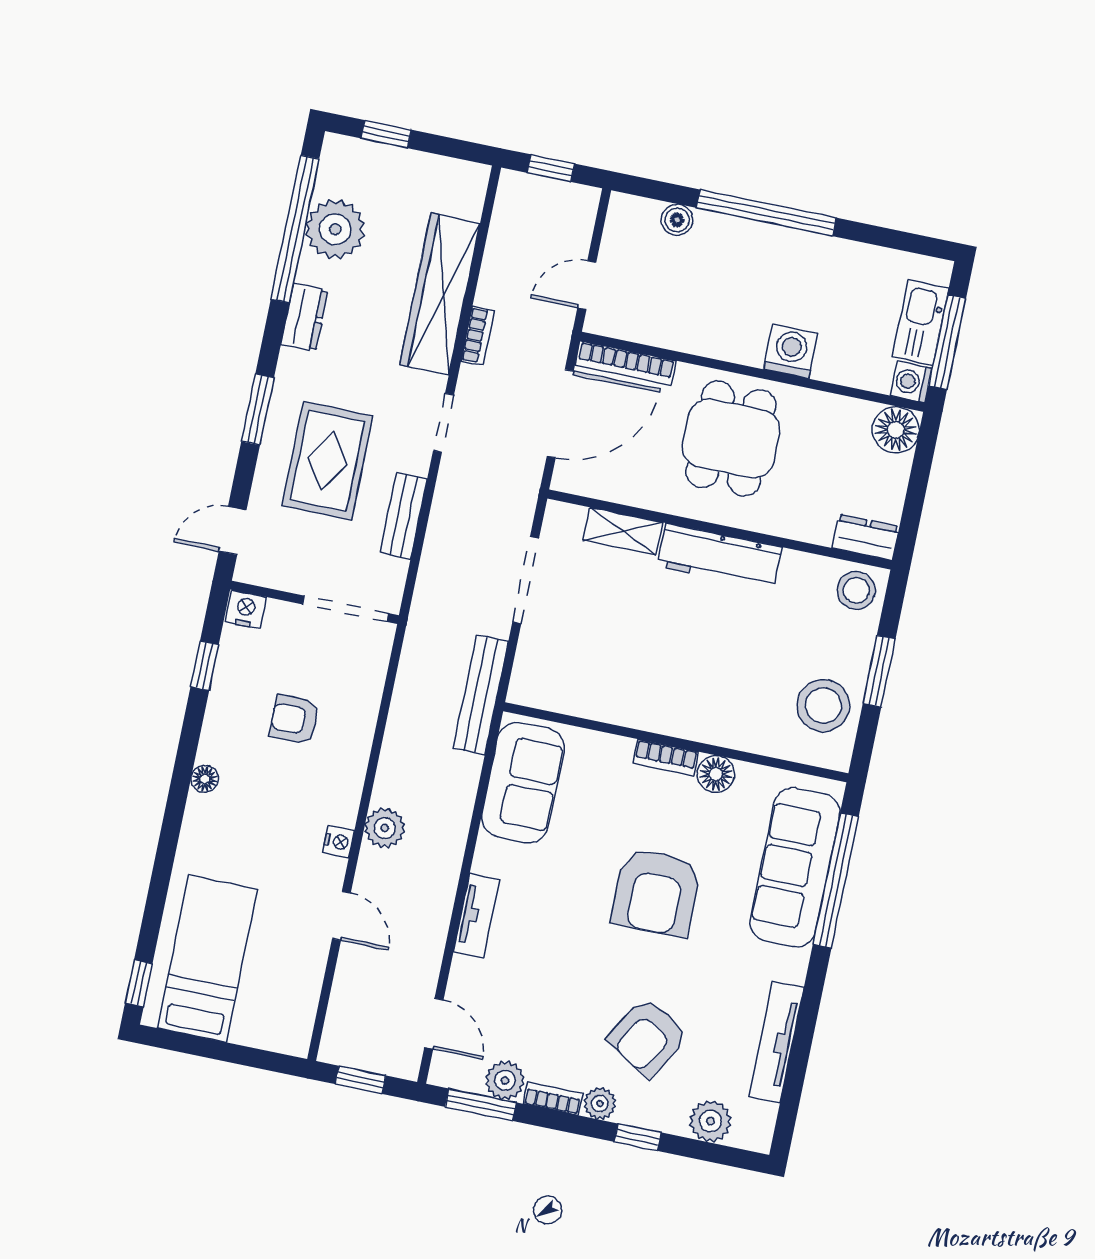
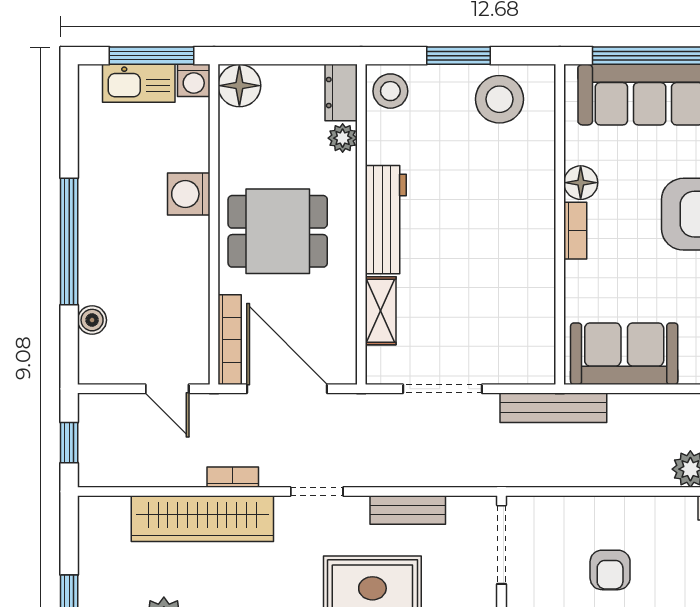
plant: (817, 529) -> (343, 138), added

